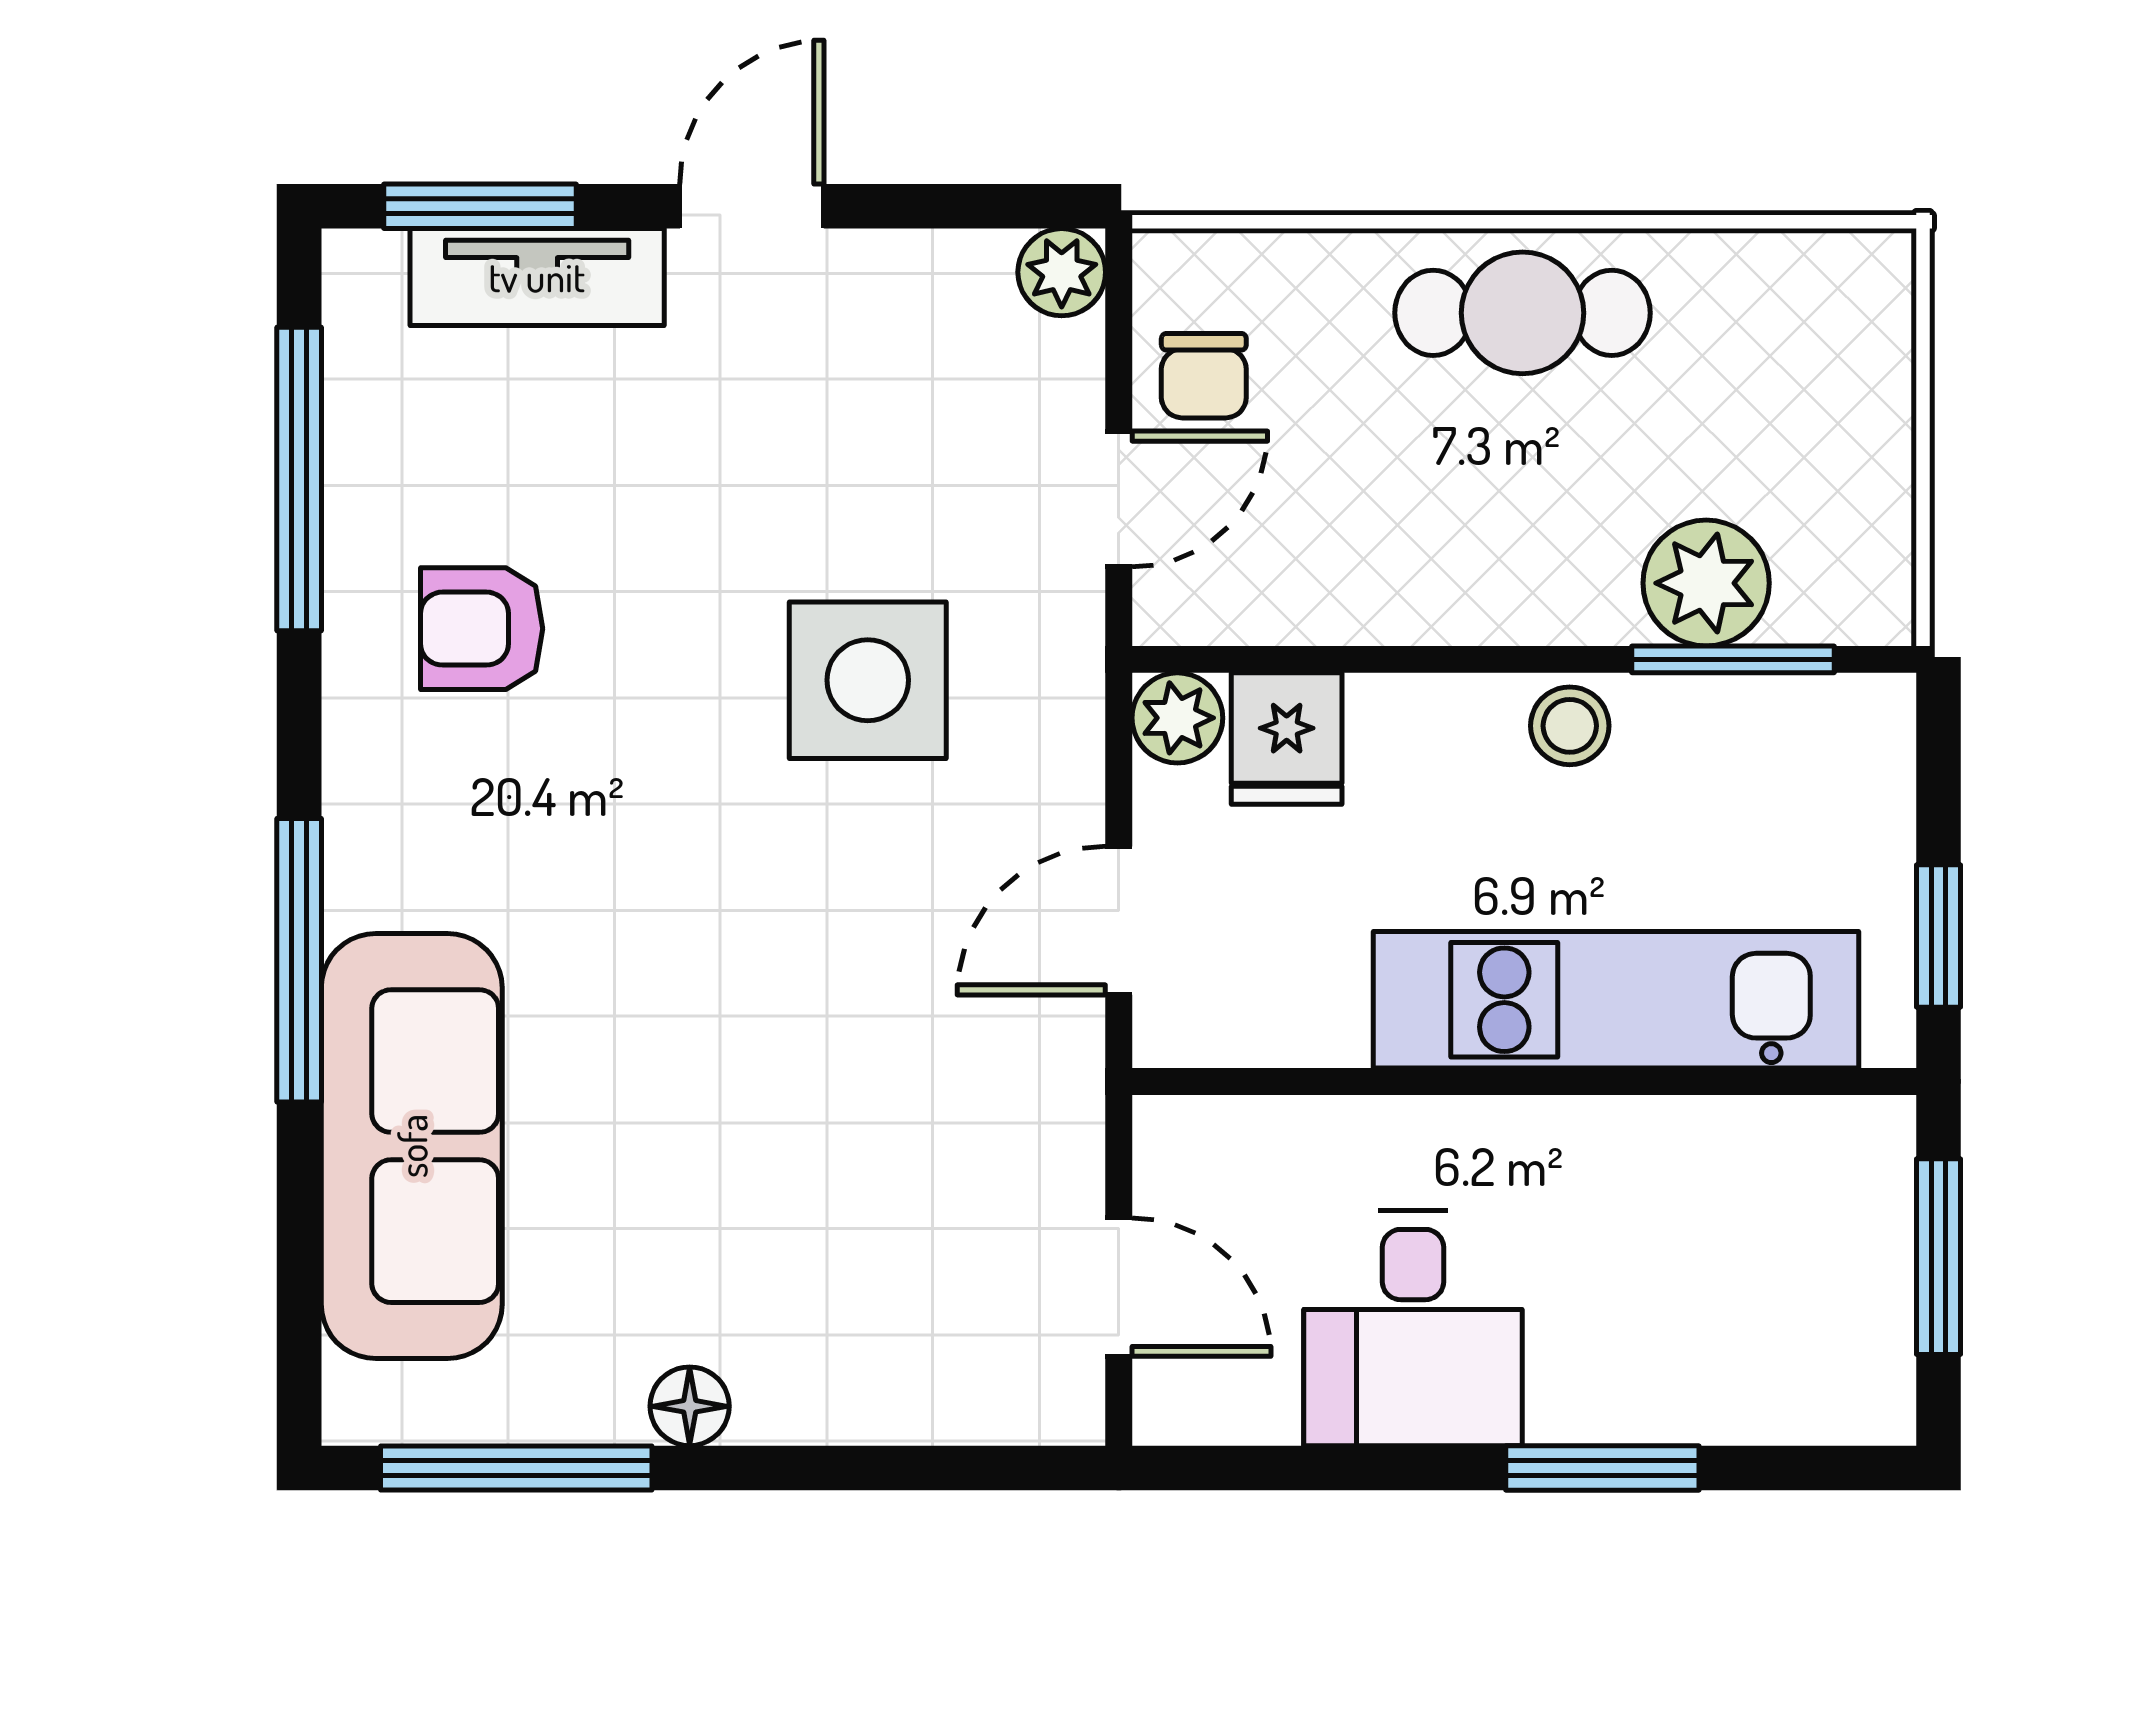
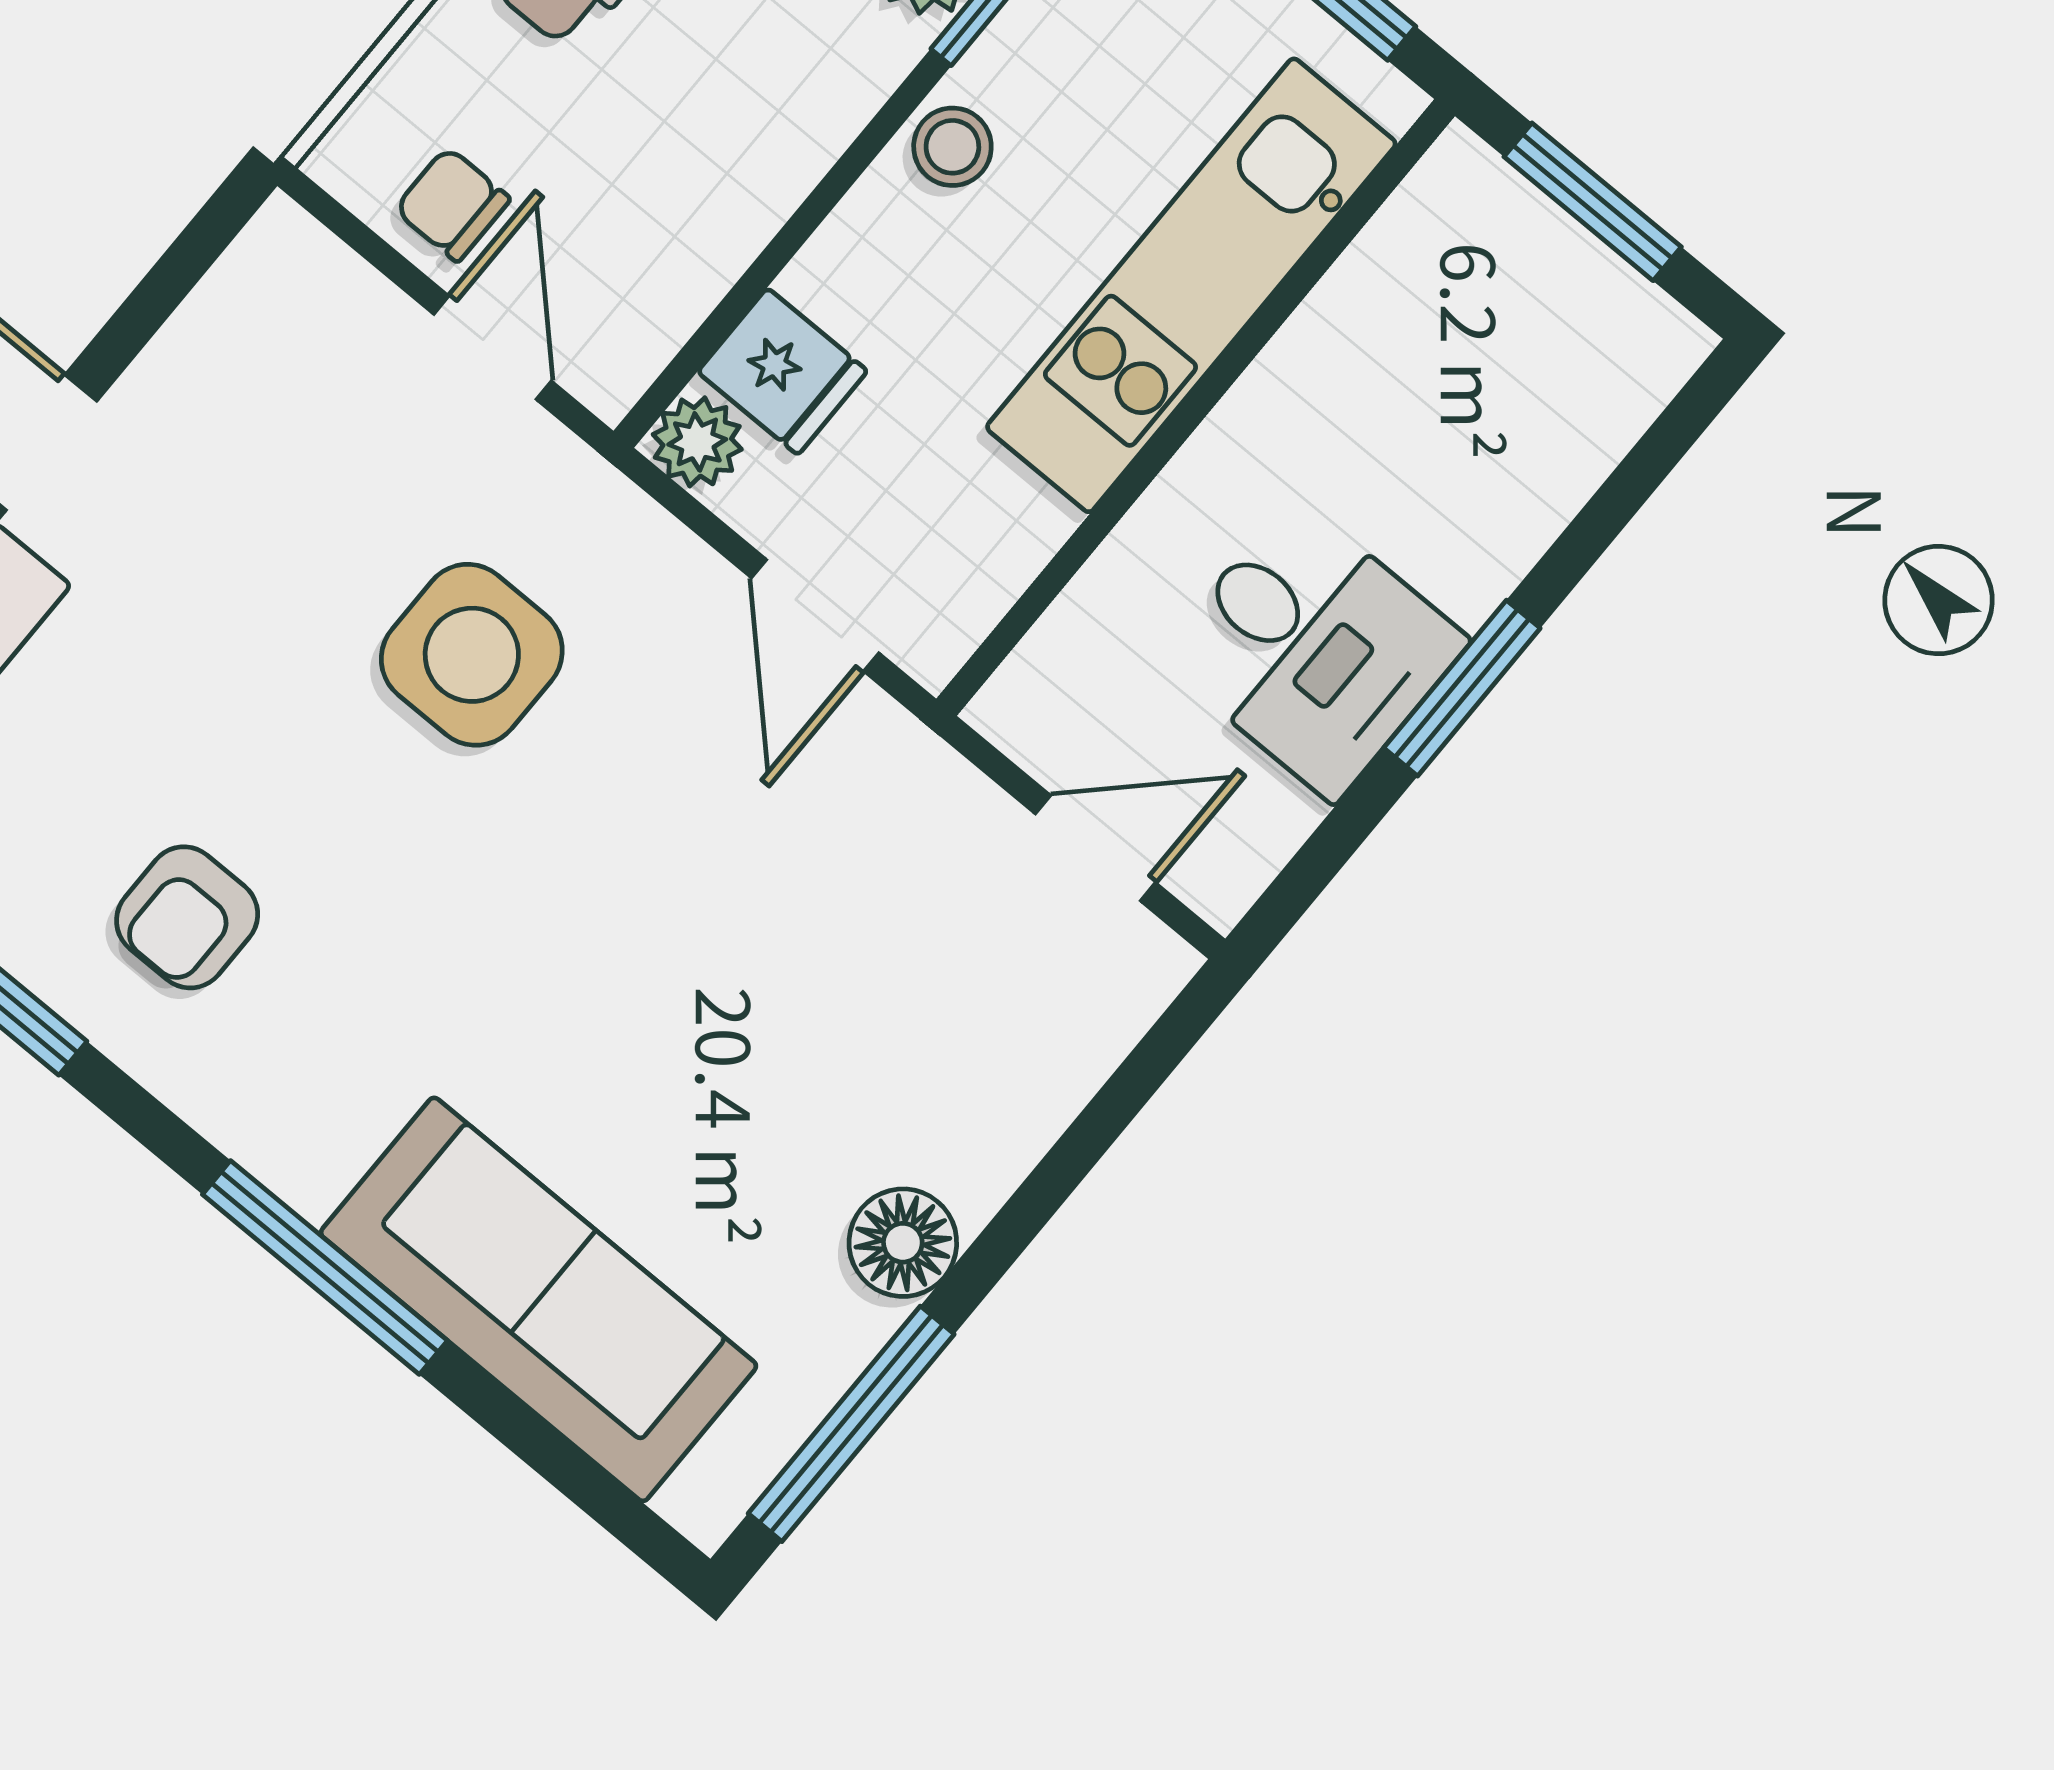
plant: (1062, 272) -> (283, 247), removed
chair: (1204, 376) -> (452, 204), turned 180
floor lamp: (690, 1406) -> (903, 1243), width x1.37, depth x1.37
window: (1602, 1468) -> (1462, 688), moved

